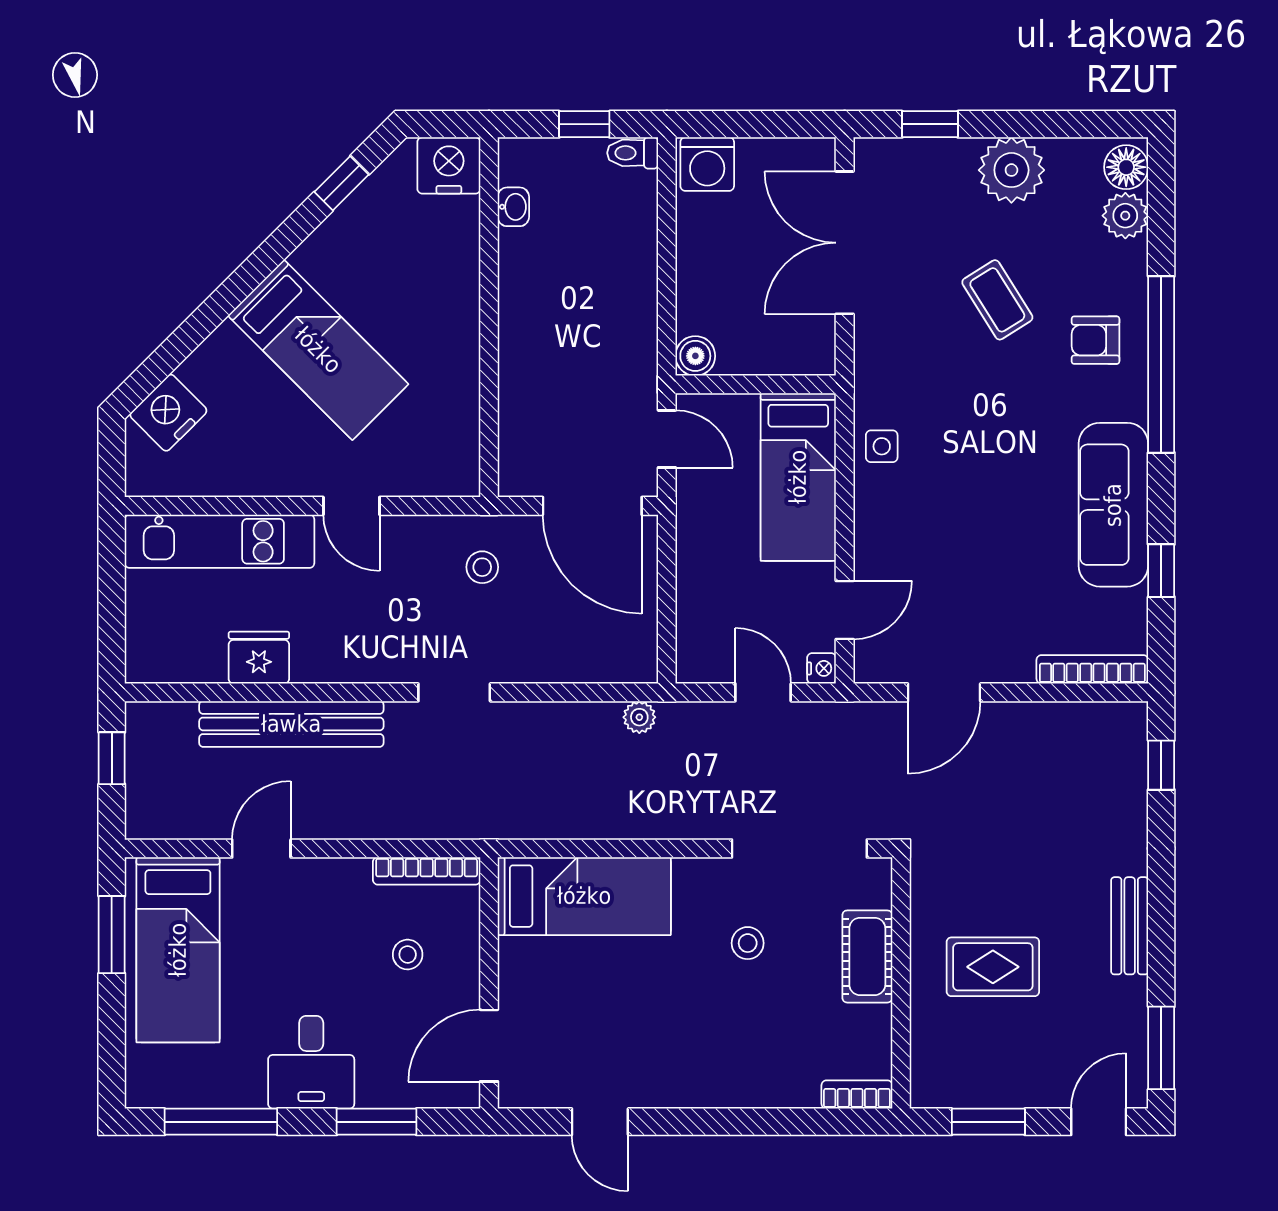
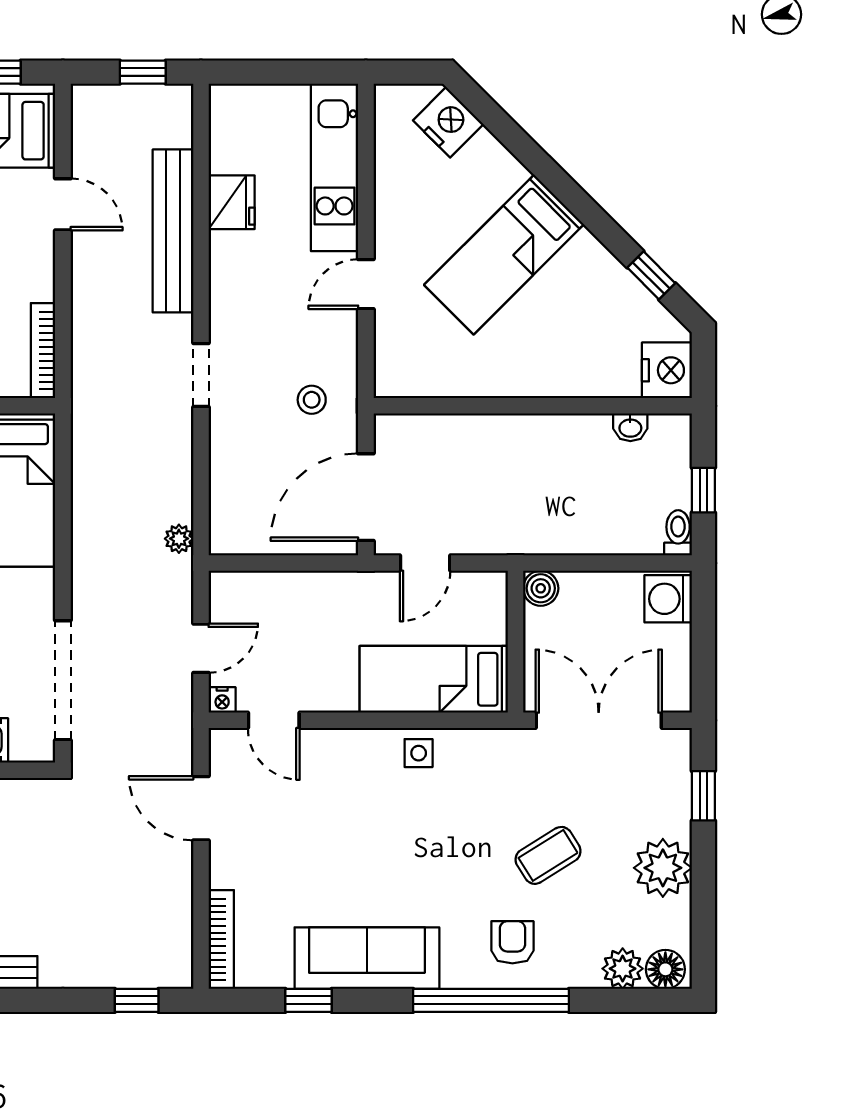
boiler: (695, 356) -> (541, 588), moved
wall: (756, 384) -> (515, 642), moved
bed: (798, 477) -> (434, 679), moved

